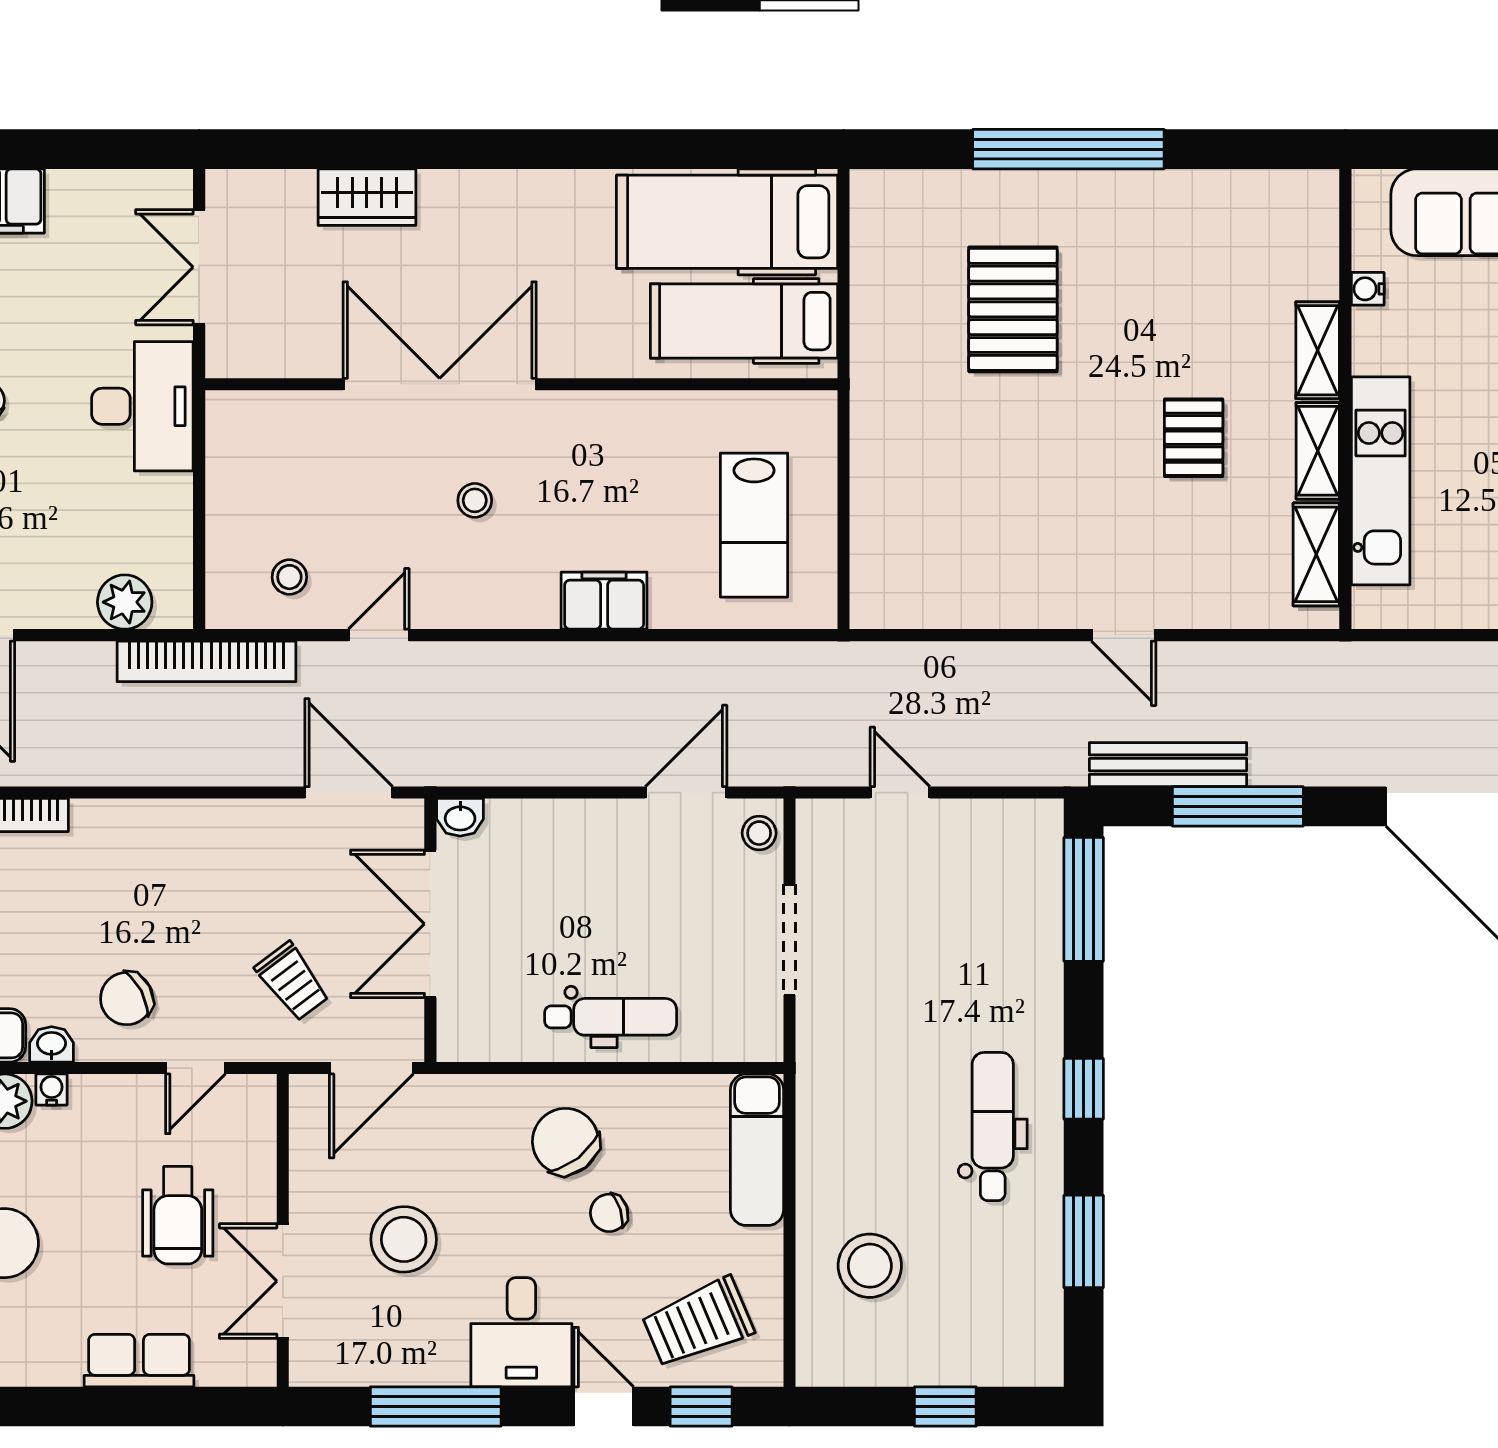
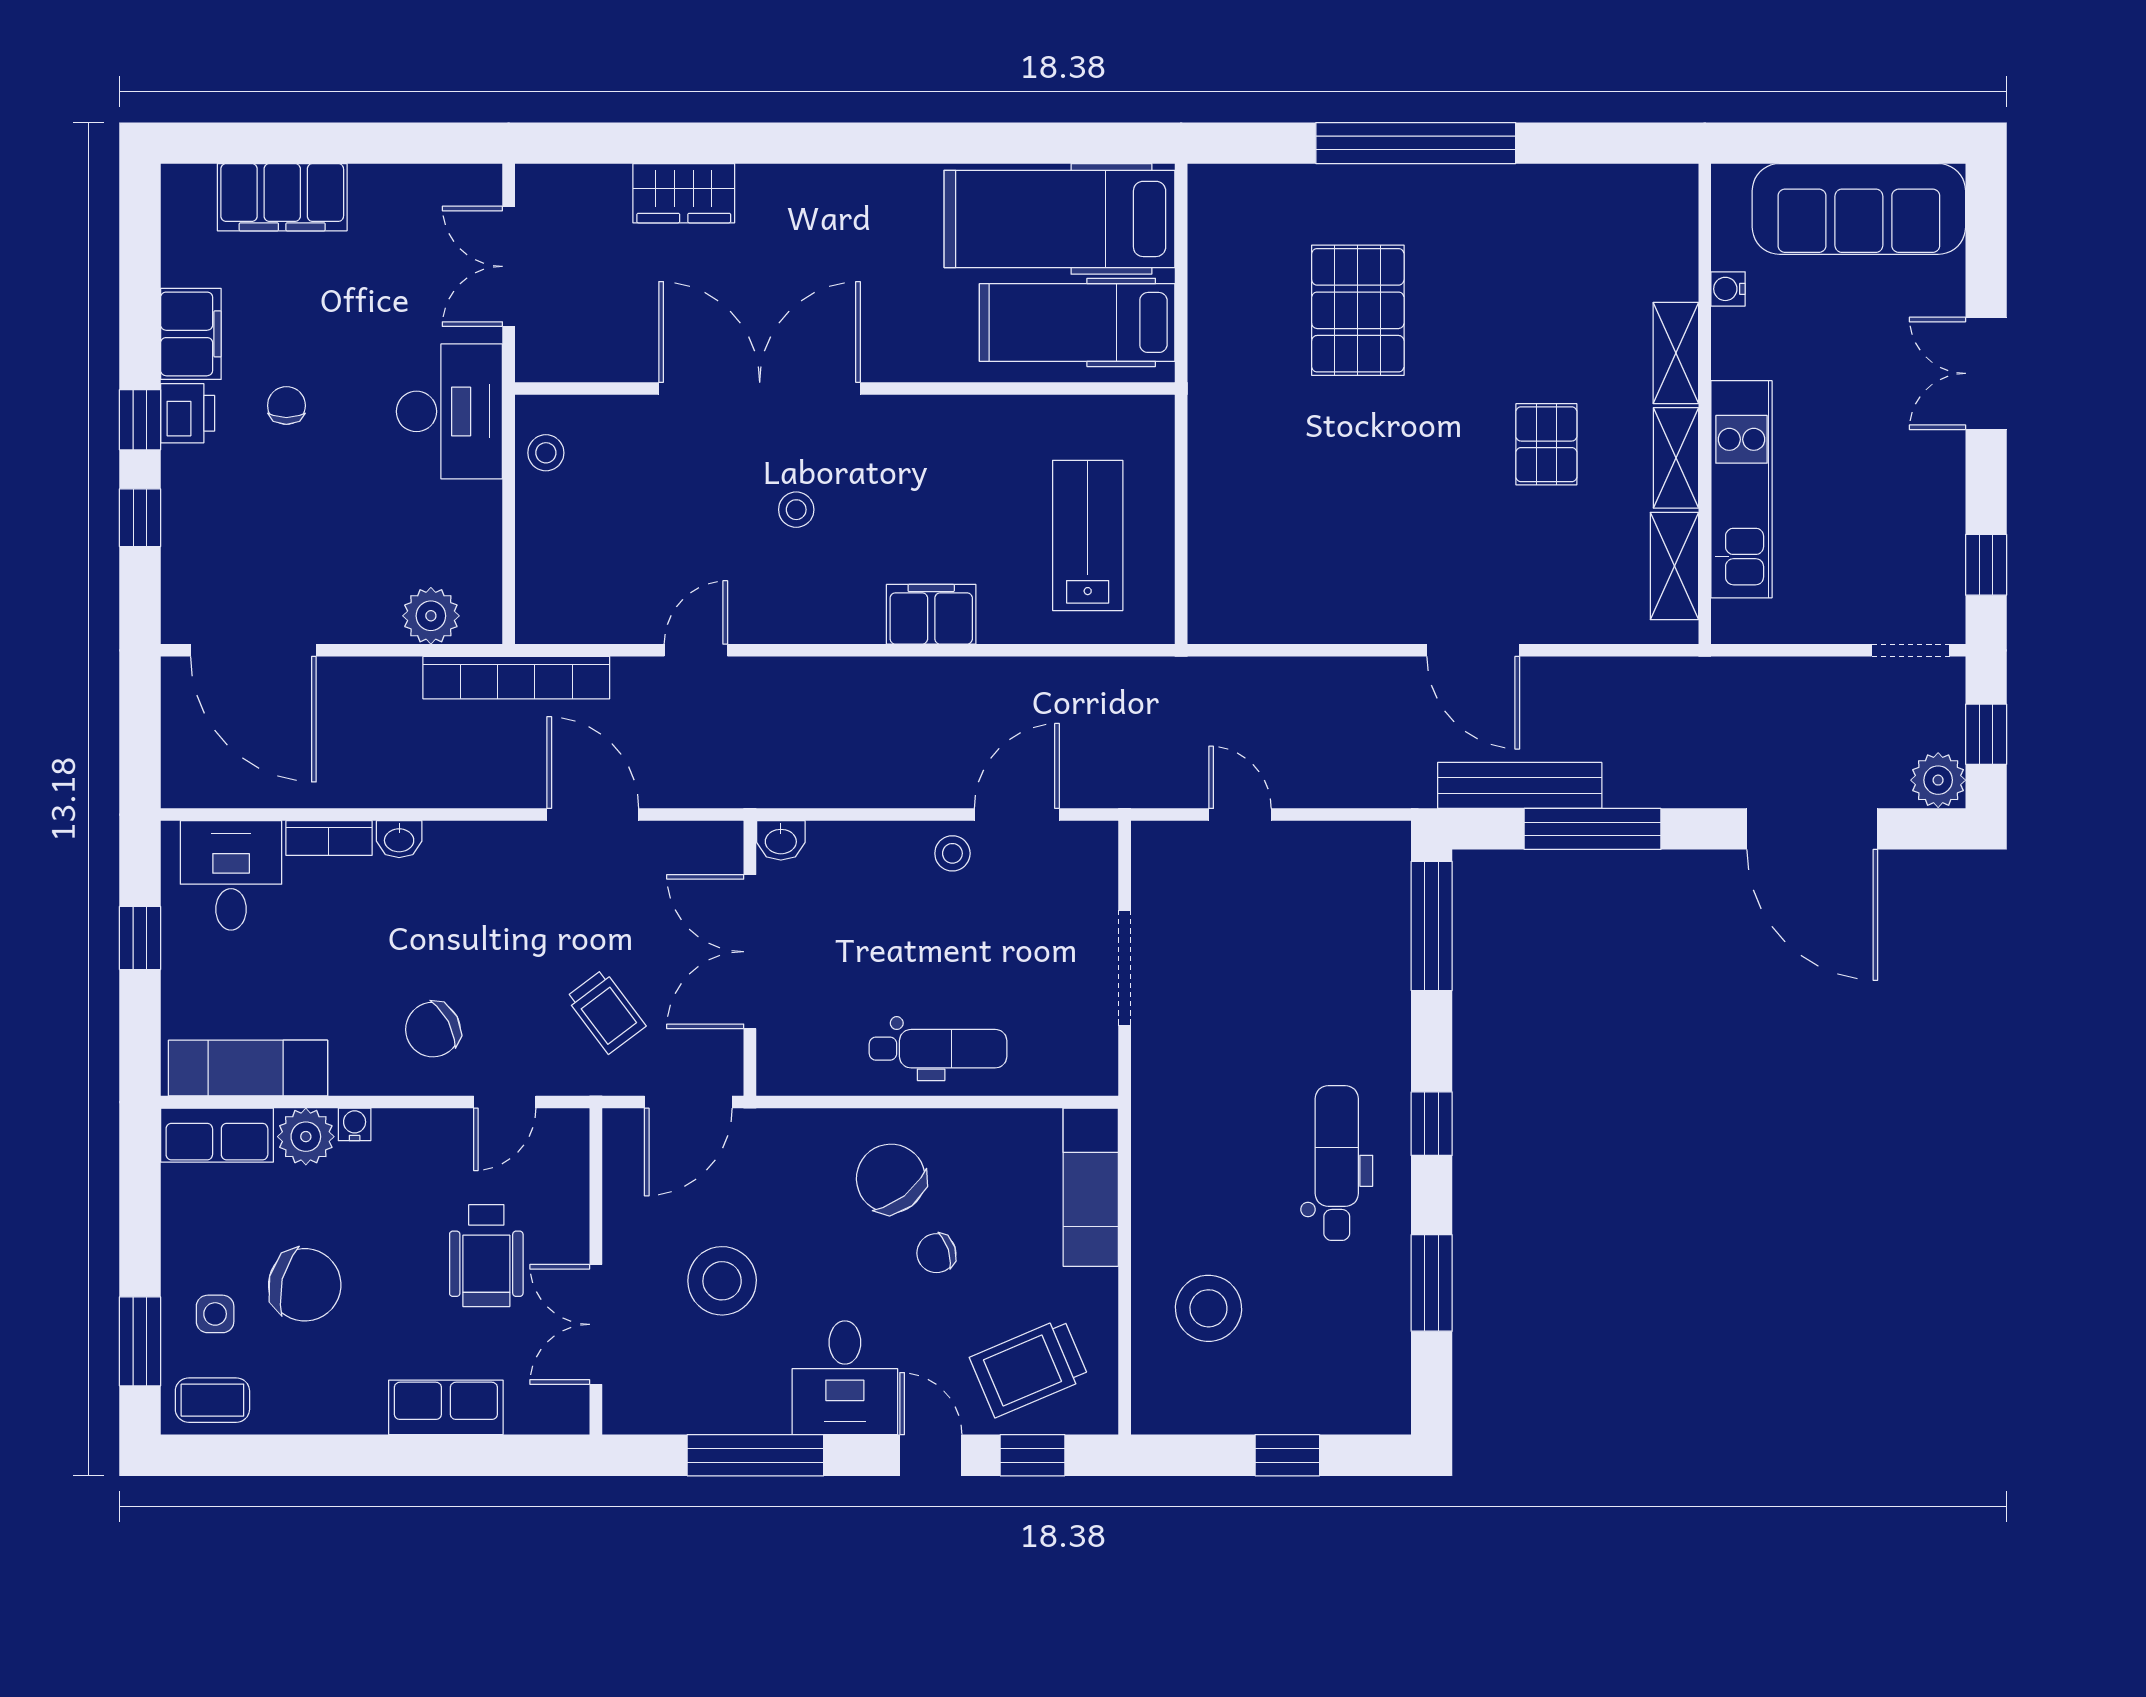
lab bench: (754, 525) -> (1088, 535), turned 180
stool: (289, 577) -> (546, 453), moved
door: (1124, 635) -> (1473, 650), width x1.38
door: (349, 793) -> (593, 815), moved
stool: (759, 833) -> (952, 853), moved
washbasin: (52, 1044) -> (399, 839), moved, turned 180

